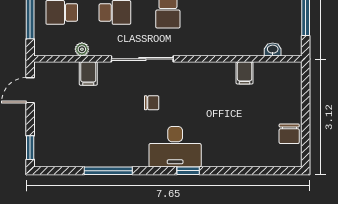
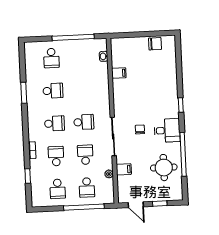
round table: (88, 138) -> (164, 168), added
desk: (175, 147) -> (167, 130), moved, width x0.73
window: (30, 148) -> (160, 204), moved
window: (108, 171) -> (183, 154), width x1.46

